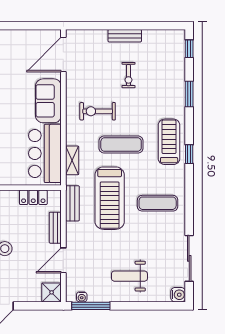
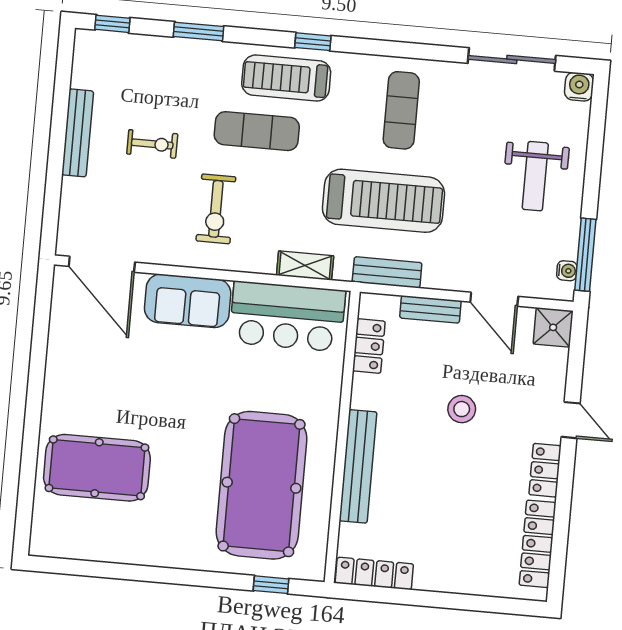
bench: (125, 36) -> (78, 133), width x1.36
exercise mat: (121, 145) -> (257, 131), moved, turned 90

